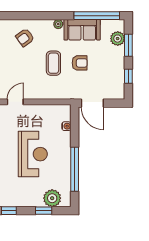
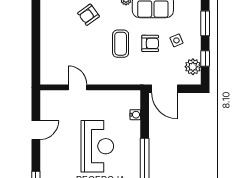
plant: (118, 39) -> (193, 67), moved
side table: (103, 60) -> (176, 40), added
door: (15, 102) -> (78, 87), hinge flipped

